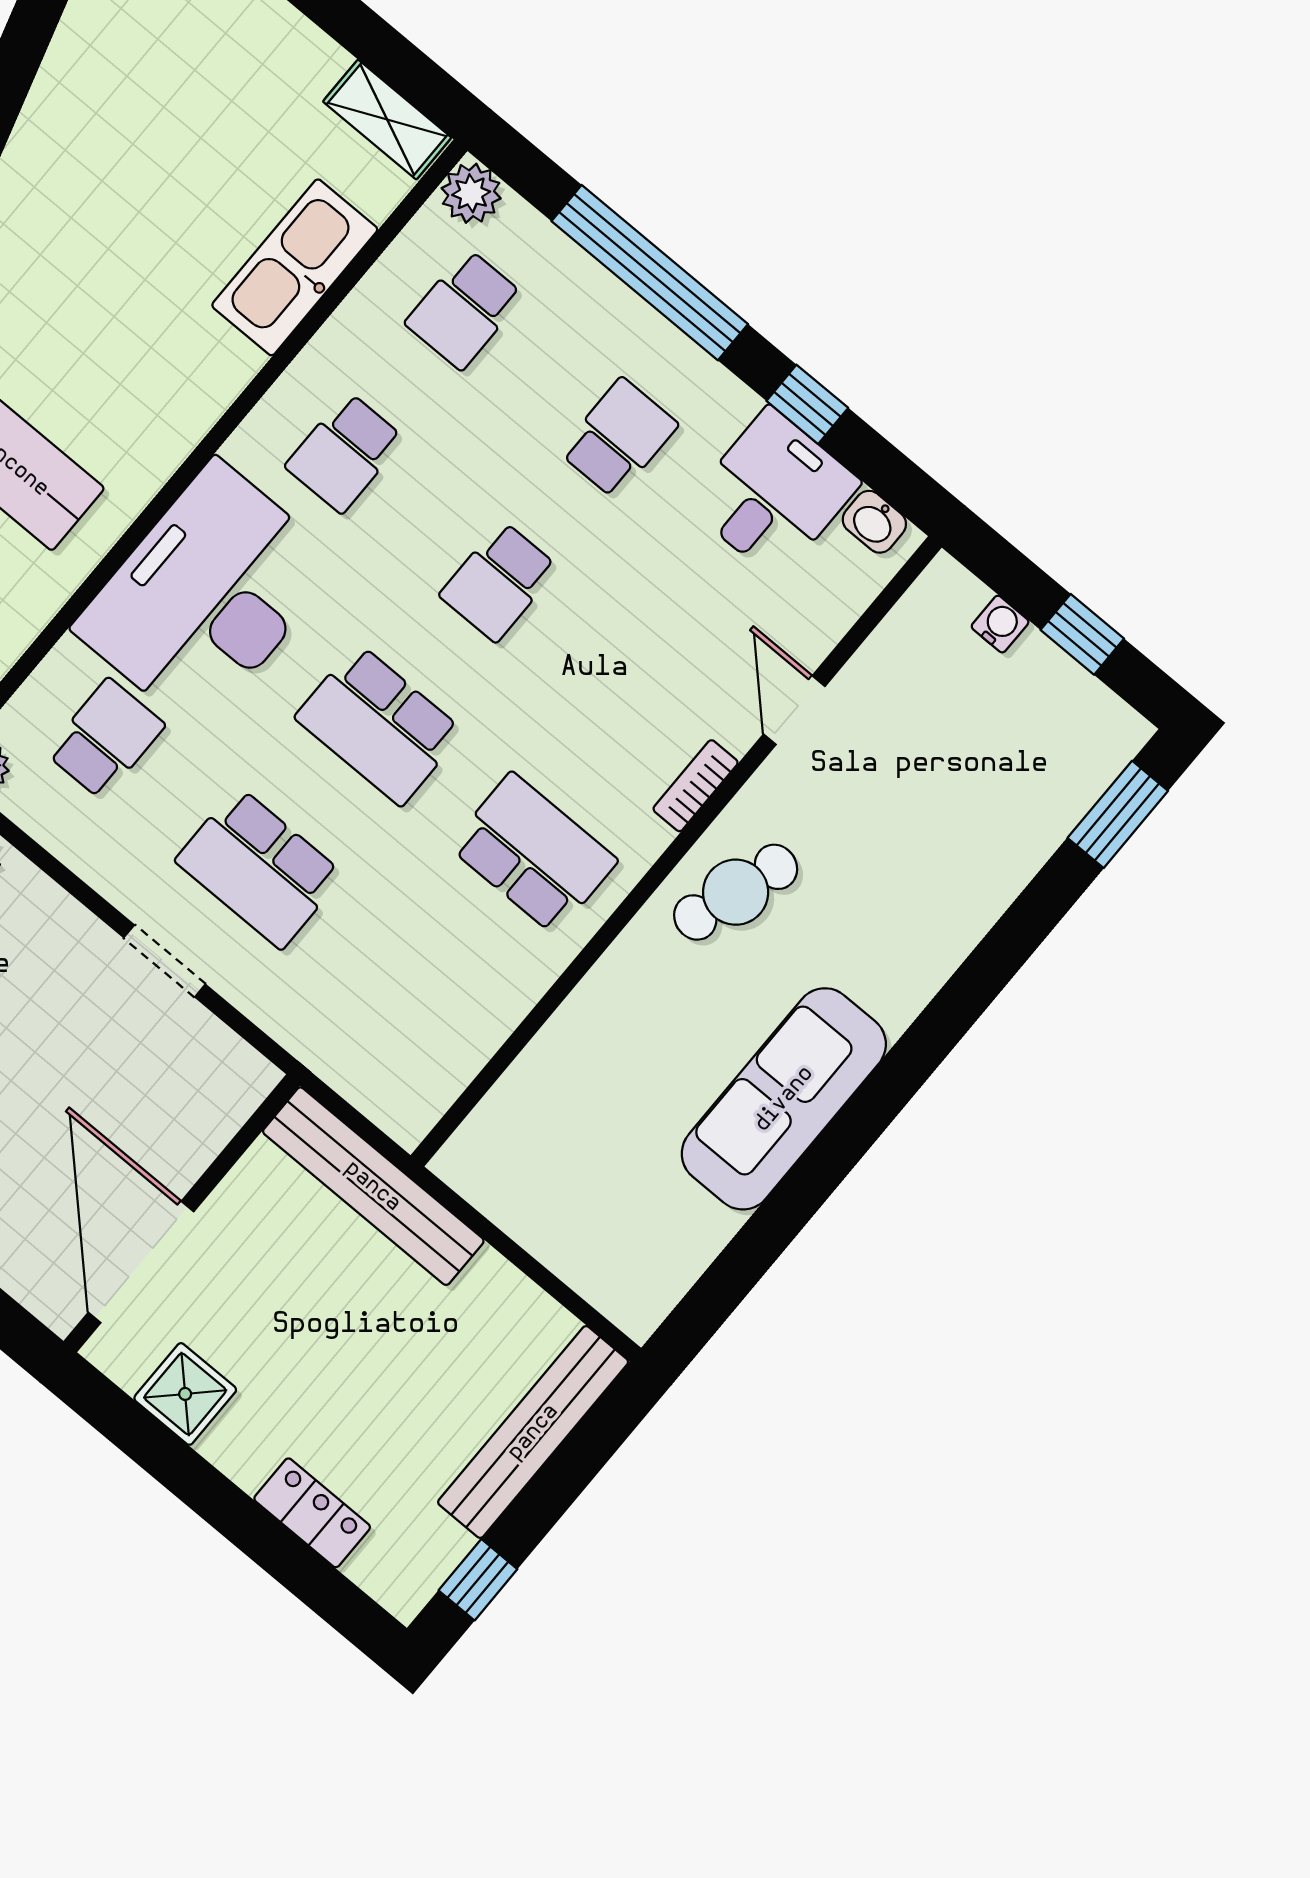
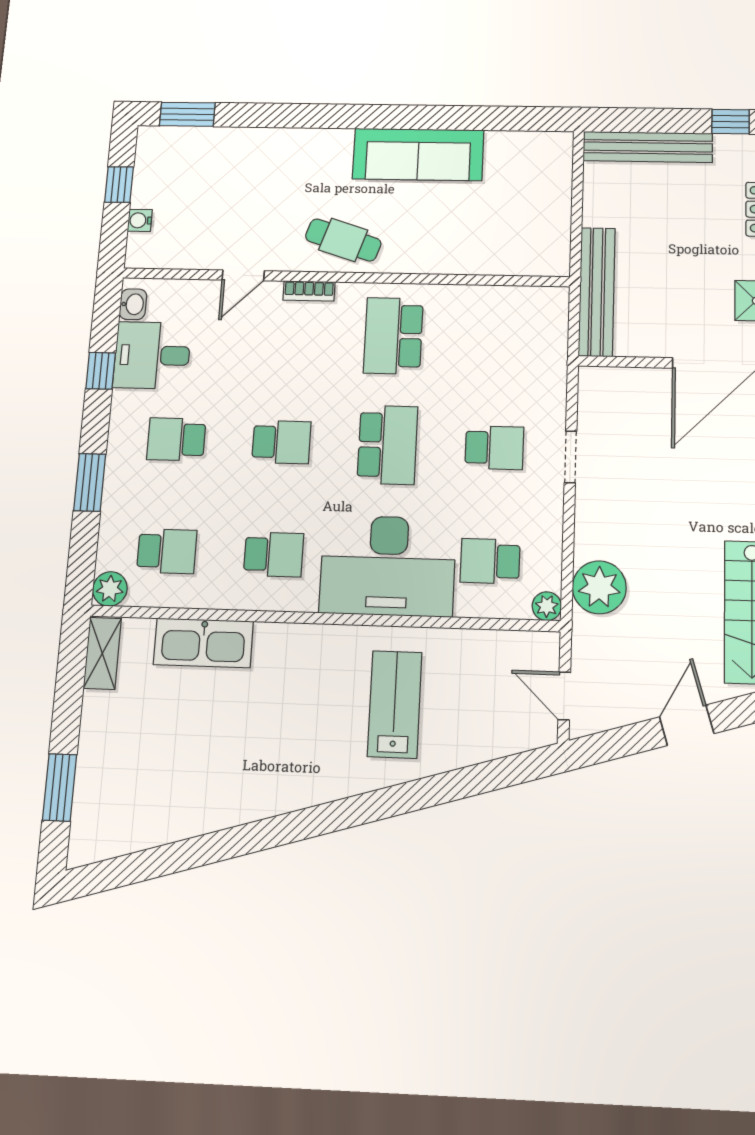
window: (650, 273) -> (90, 482), width x0.47
school desk: (259, 868) -> (494, 448), width x0.54

